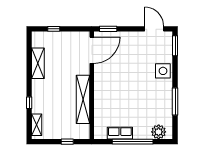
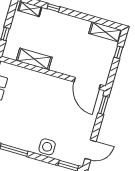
shelving: (38, 63) -> (105, 32), moved
shelving: (83, 99) -> (34, 59), width x0.68

